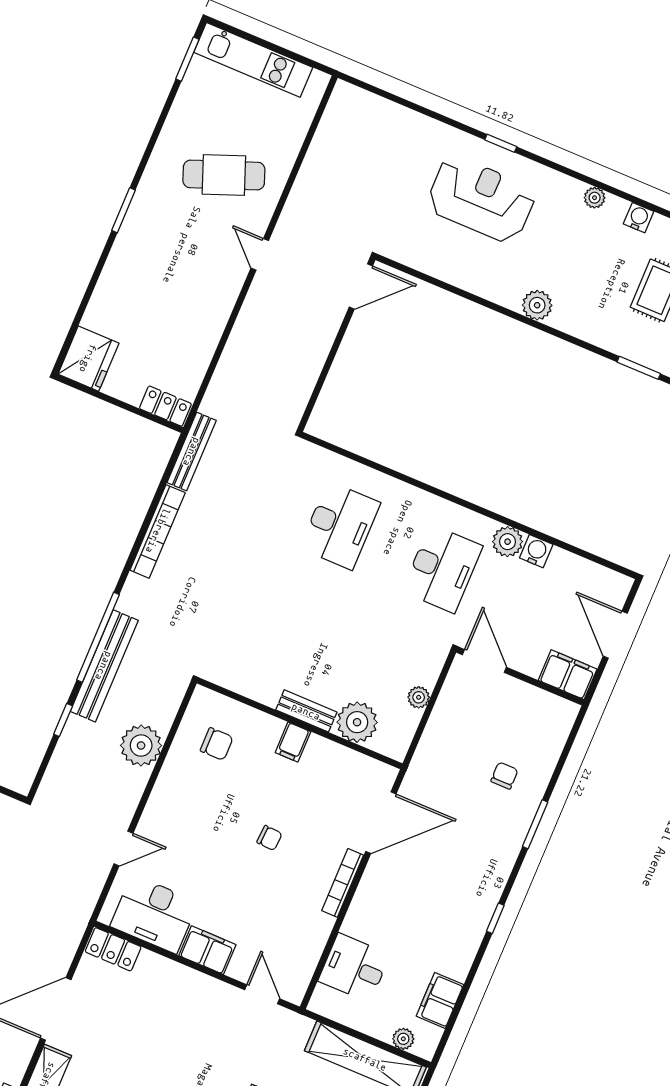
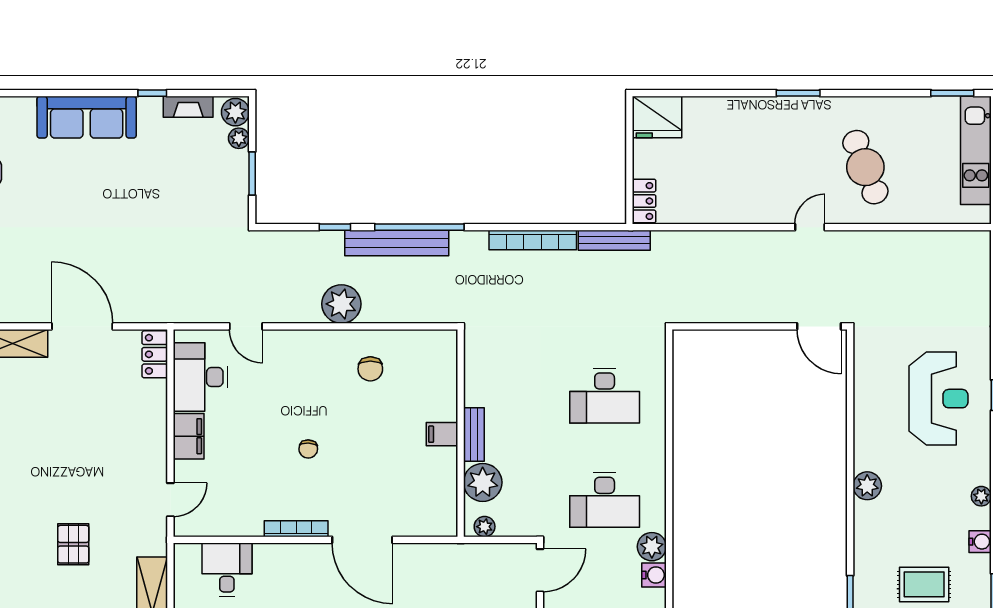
bench: (306, 711) -> (474, 434), moved
plant: (357, 722) -> (483, 482), moved
wall: (300, 723) -> (461, 433), moved
filing cabinet: (293, 742) -> (442, 434), moved

